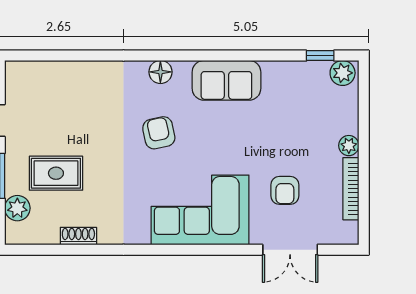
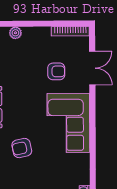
plant: (349, 146) -> (15, 33), moved
bookcase: (351, 189) -> (70, 31), moved

